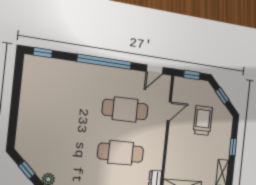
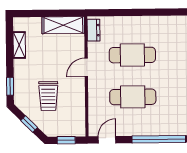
door: (169, 111) -> (86, 67), moved
window: (233, 147) -> (10, 86), moved

